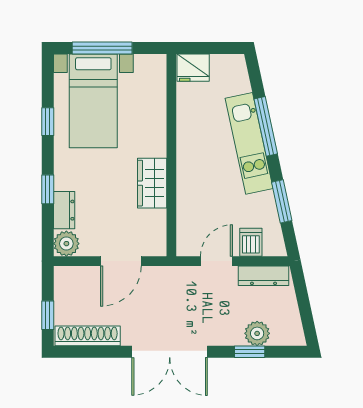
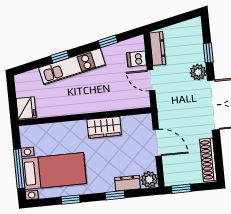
window: (266, 126) -> (60, 57), width x0.46
window: (282, 201) -> (108, 41), width x0.67
window: (48, 315) -> (181, 189), moved
plant: (257, 333) -> (198, 72), moved

